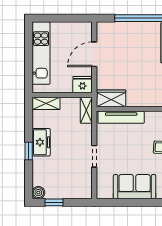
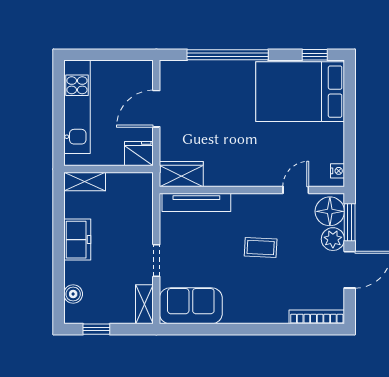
shelving: (86, 110) -> (144, 304), moved
window: (29, 151) -> (59, 253), removed
sofa: (135, 187) -> (191, 306), moved
boiler: (38, 193) -> (73, 294), moved

